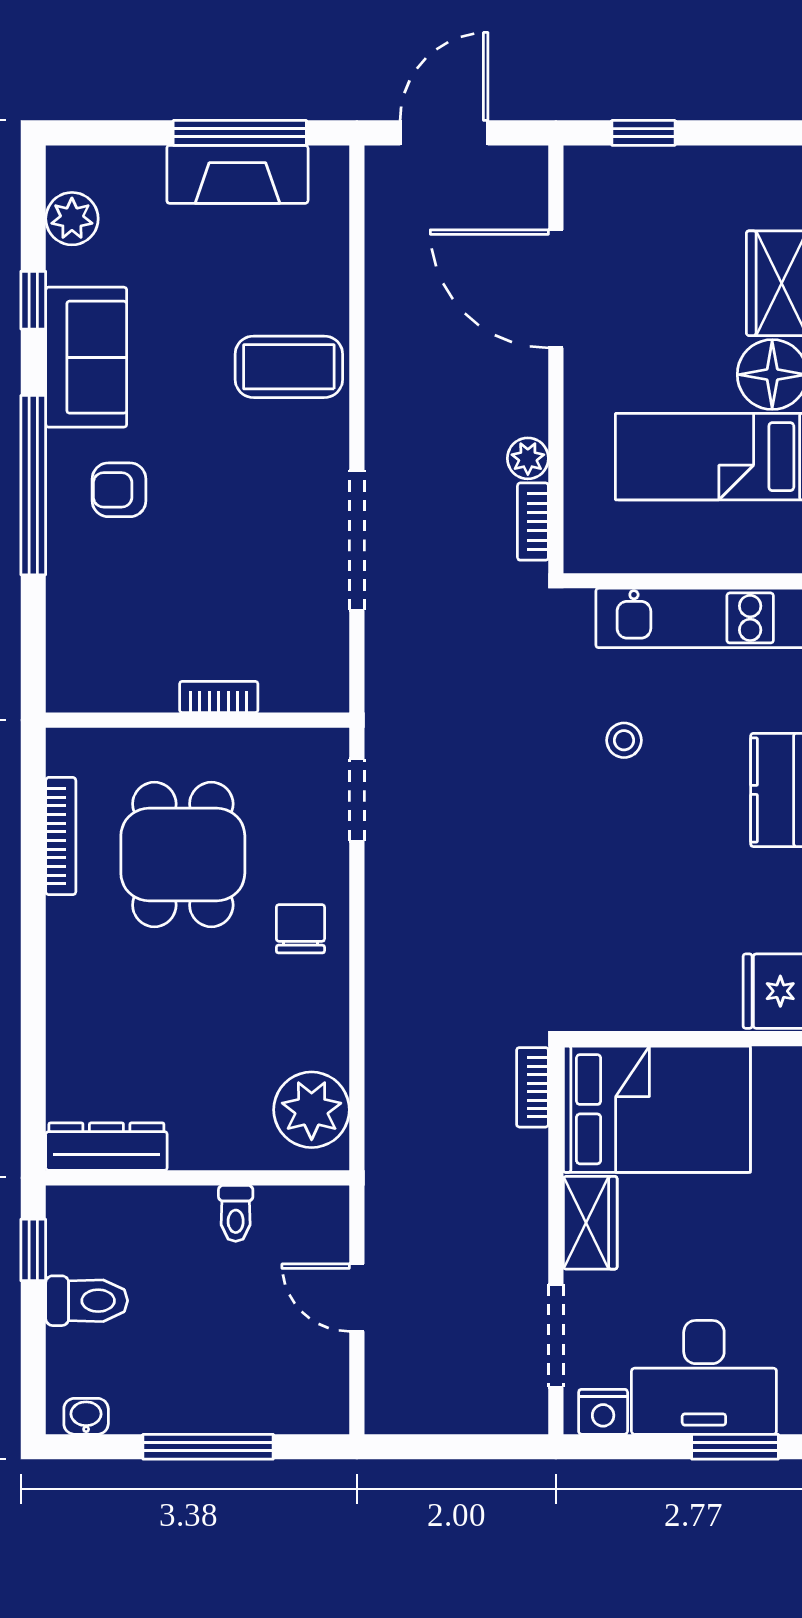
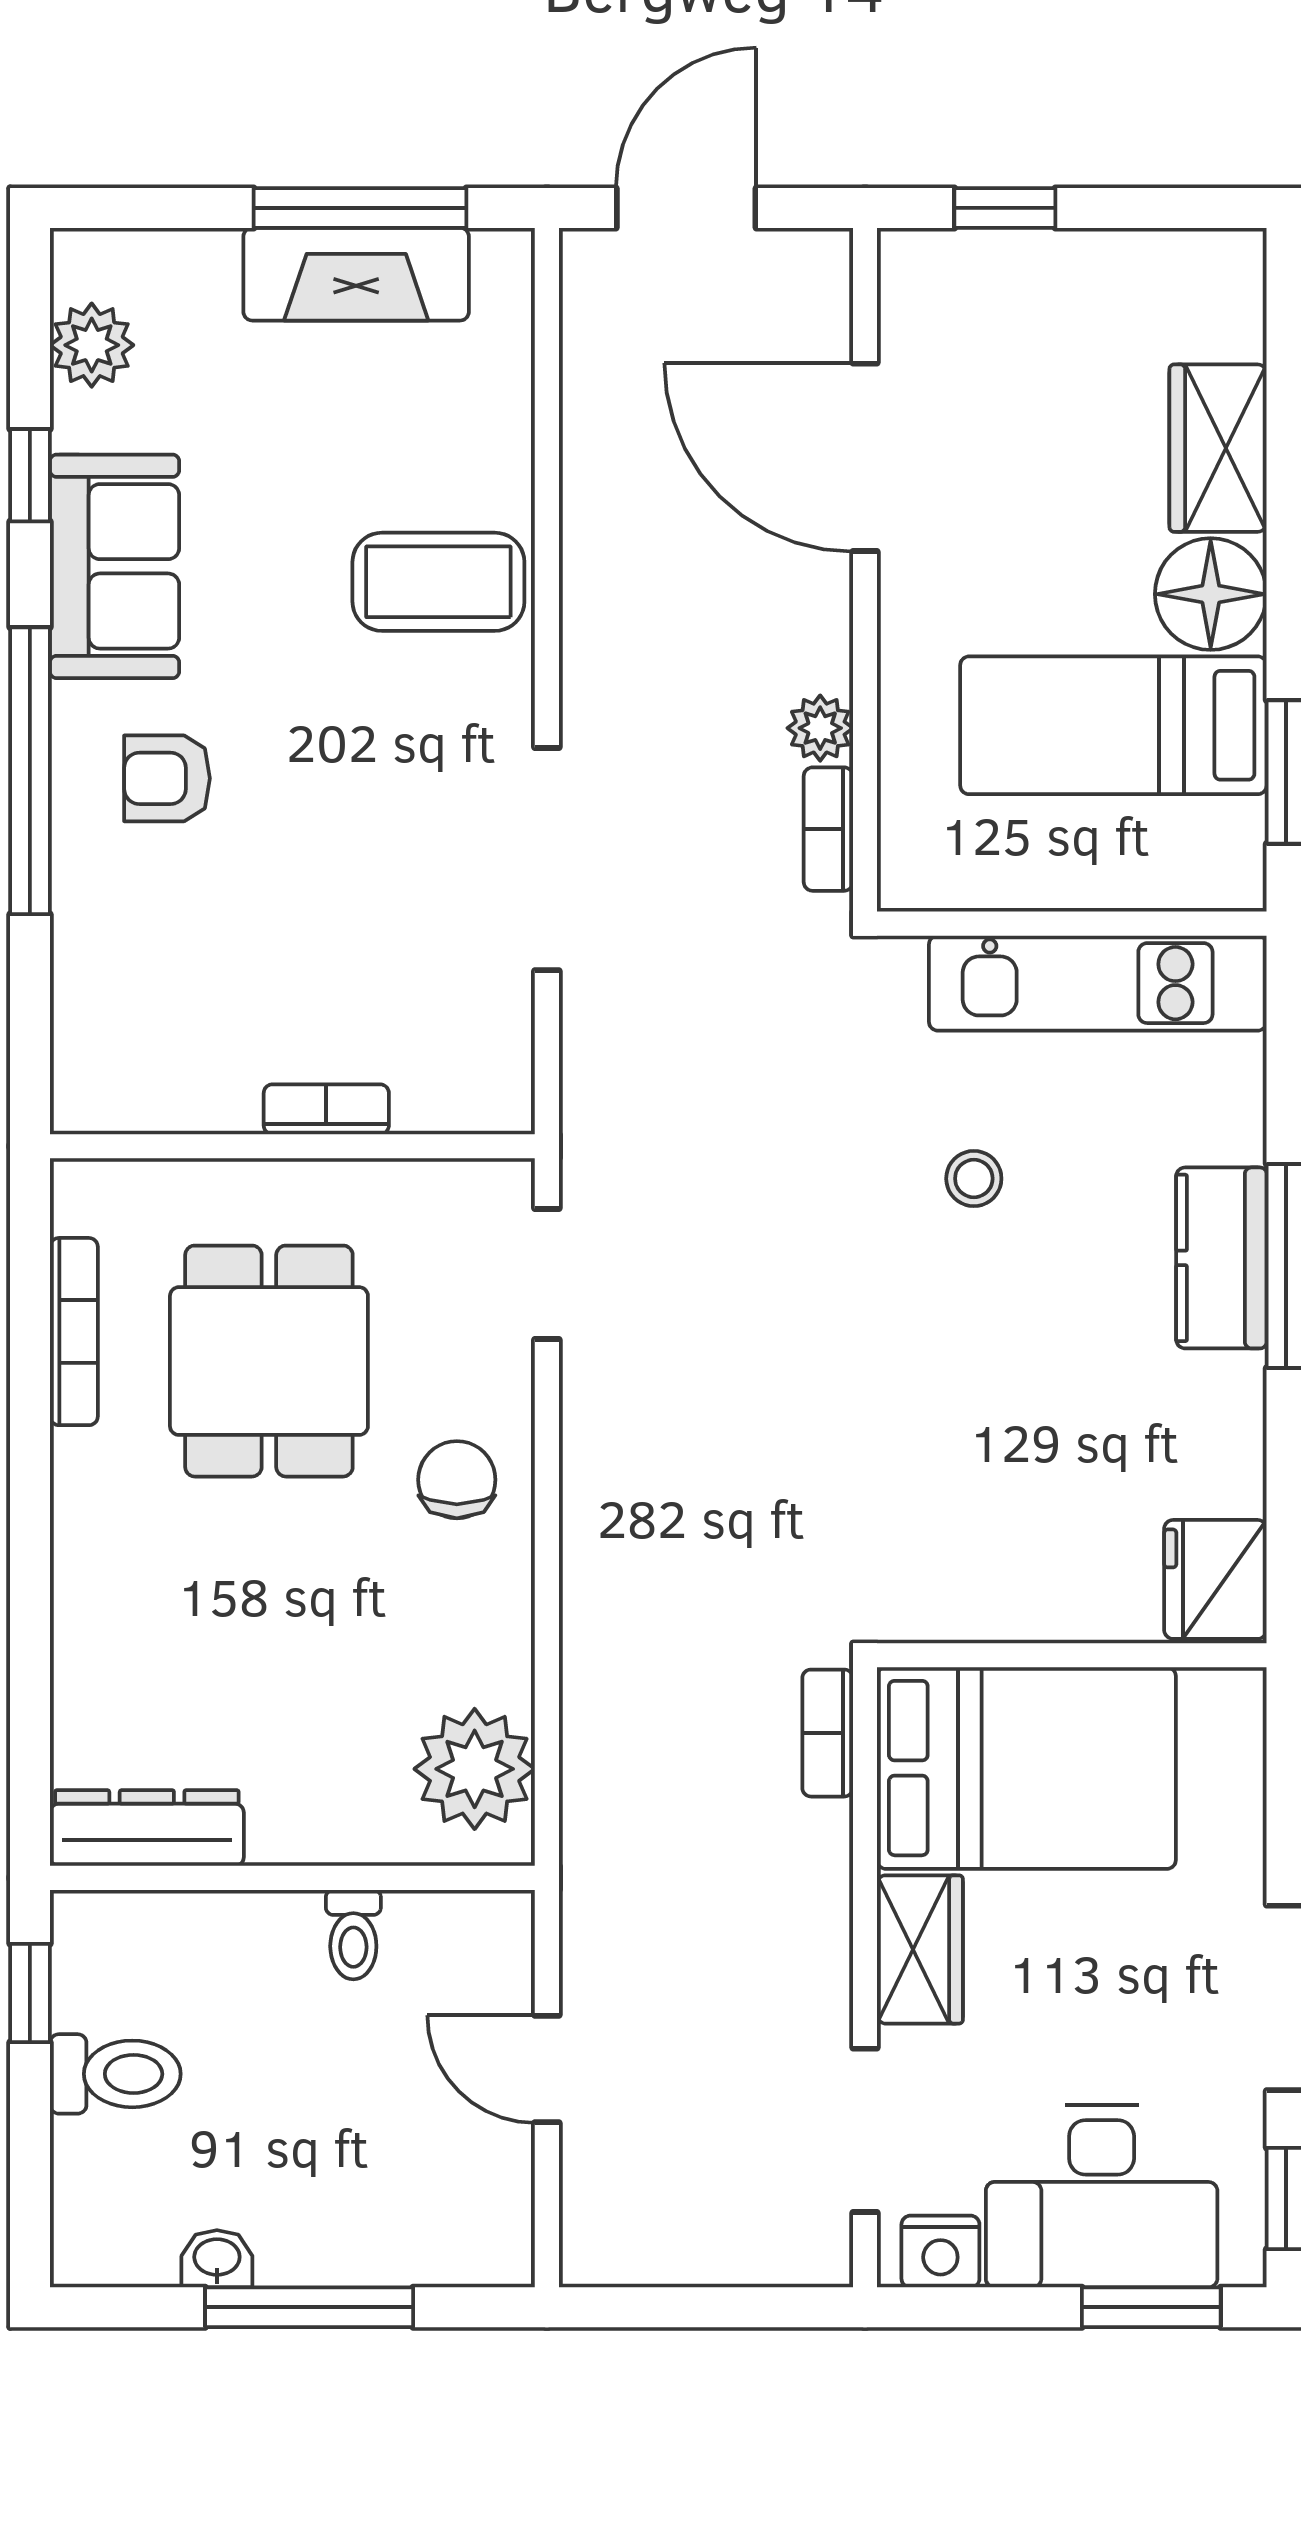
washbasin: (86, 1416) -> (217, 2259), moved

